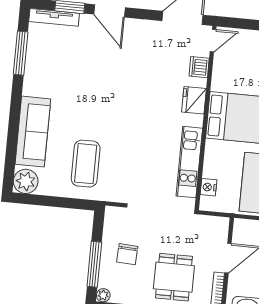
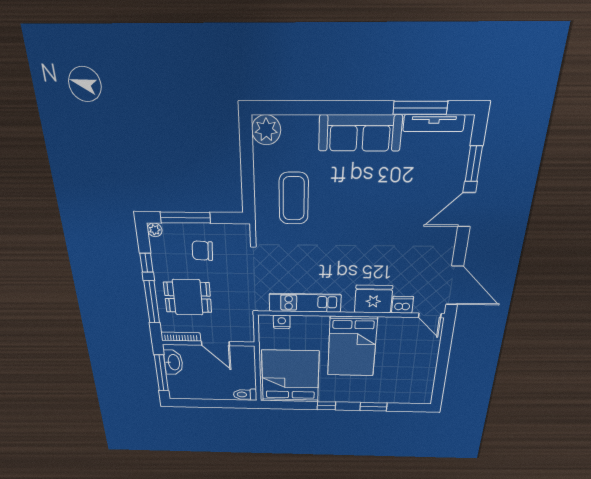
tv unit: (54, 17) -> (434, 123), moved, turned -90
fridge: (194, 100) -> (373, 299), width x1.36, depth x1.34
sofa: (33, 132) -> (360, 133), moved
coffee table: (86, 164) -> (294, 198), turned 90

